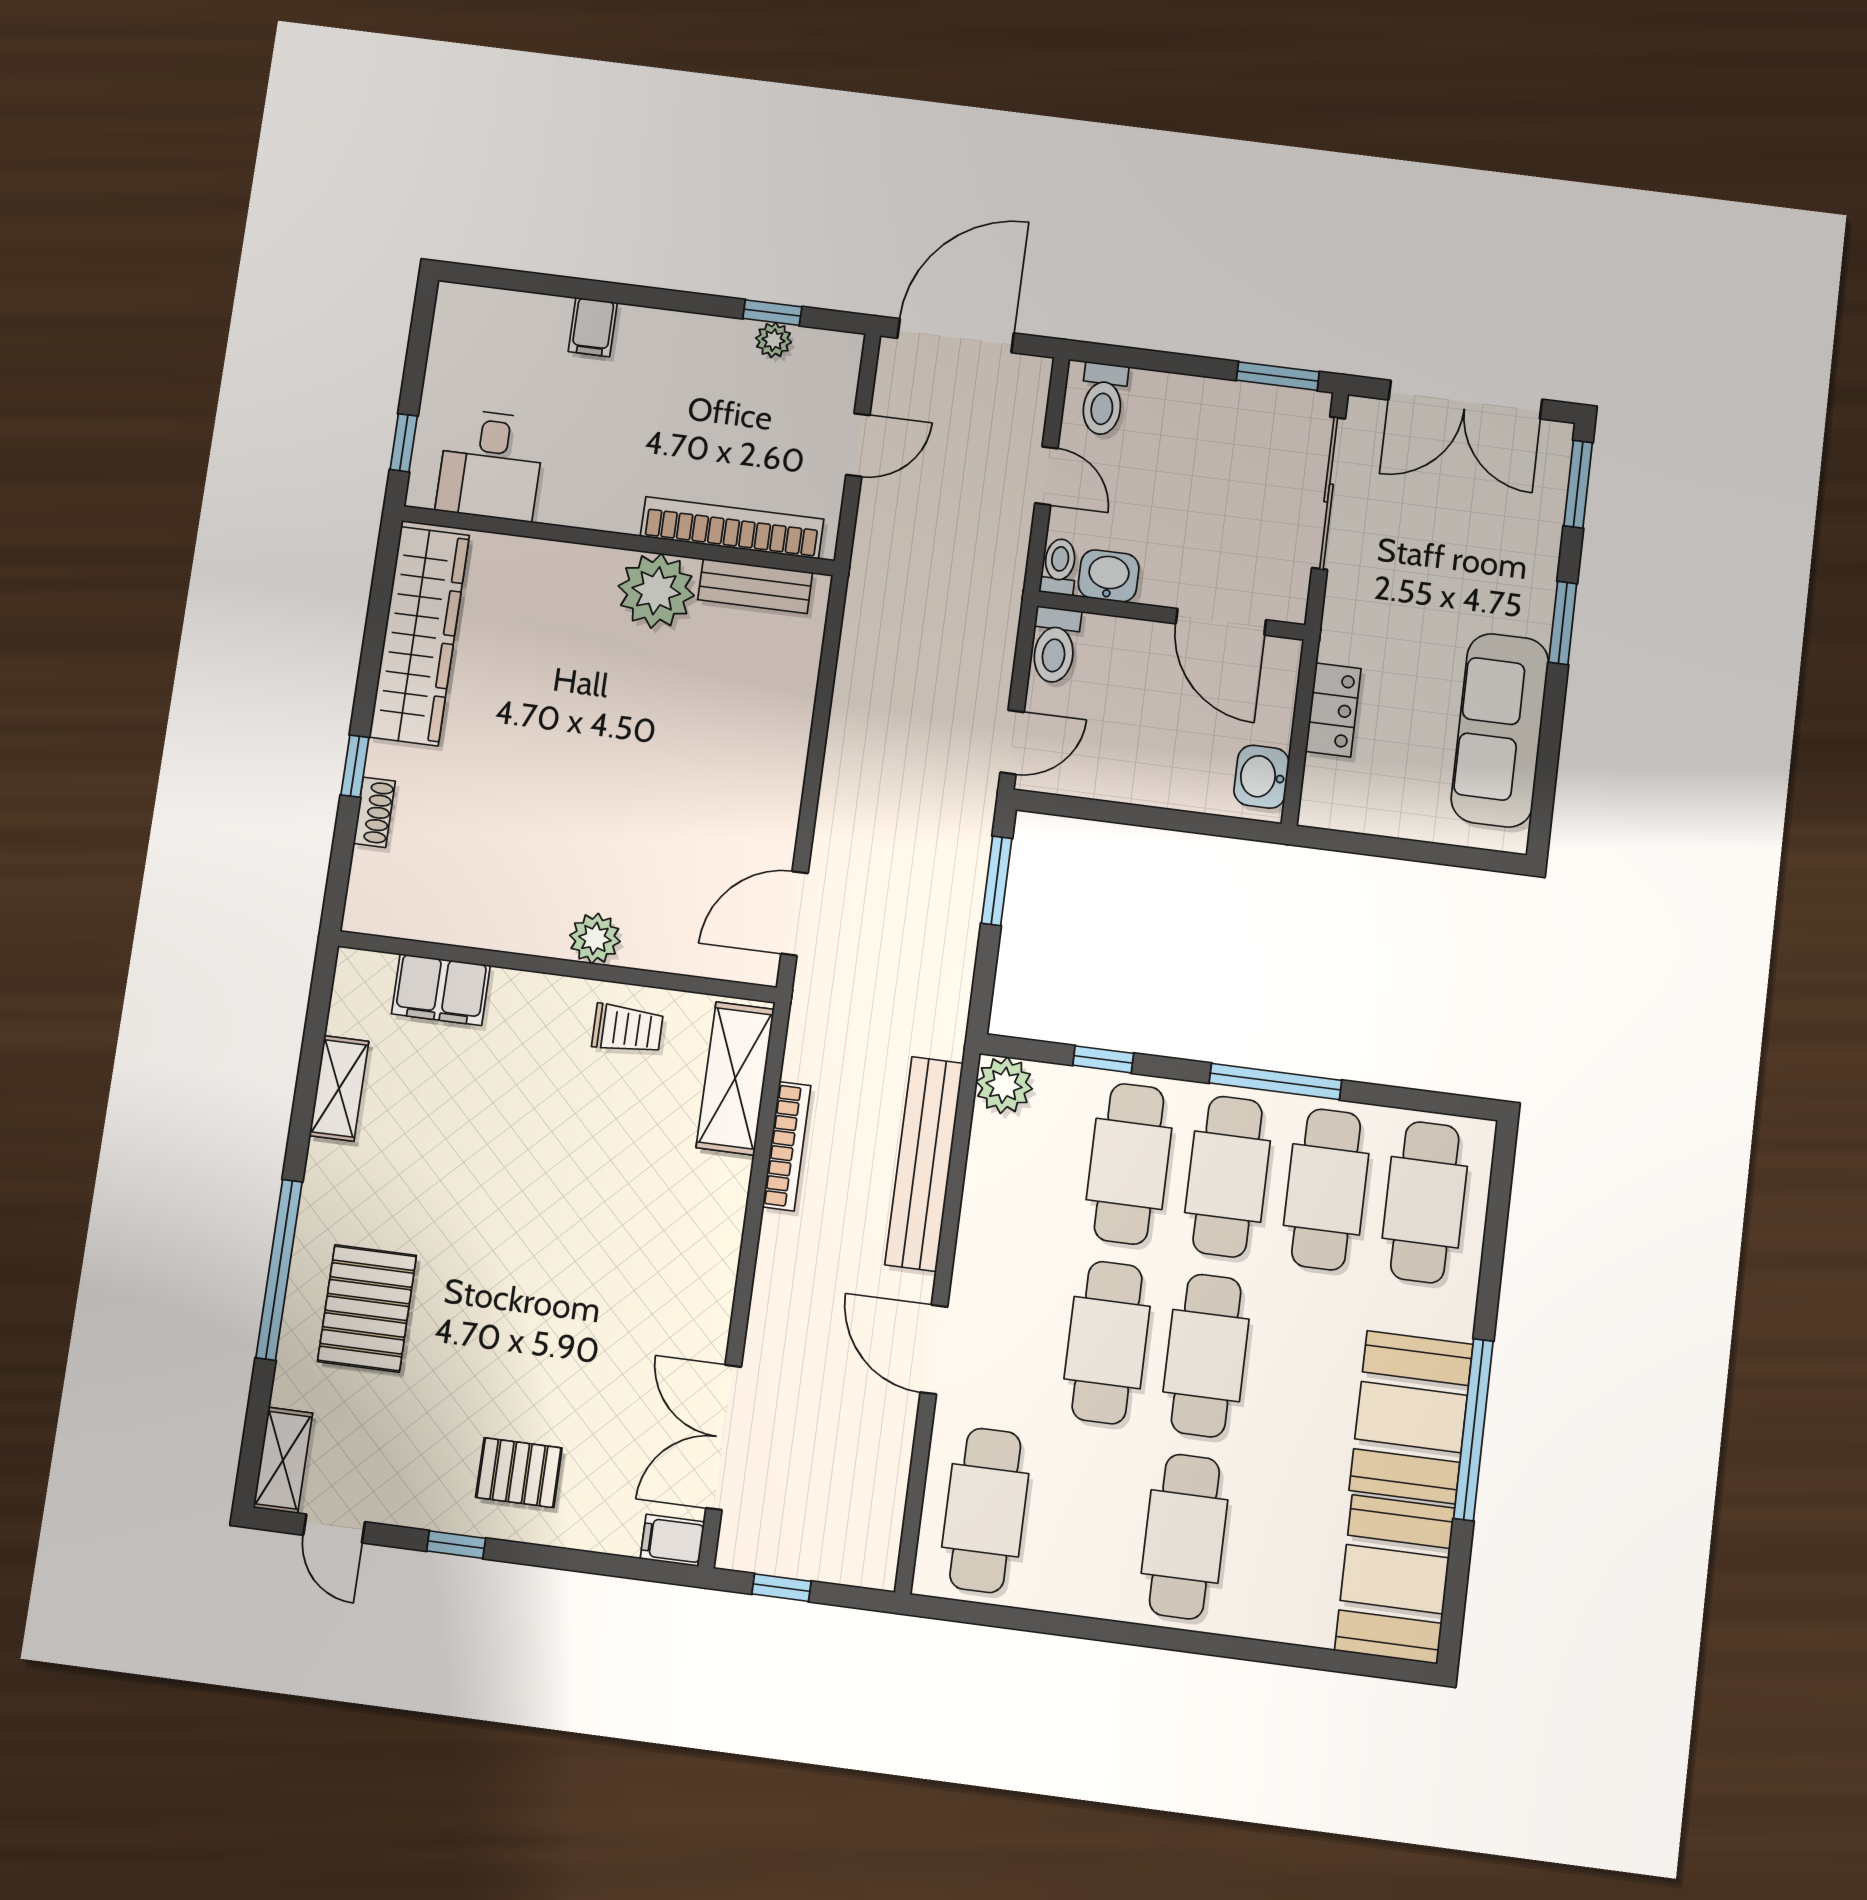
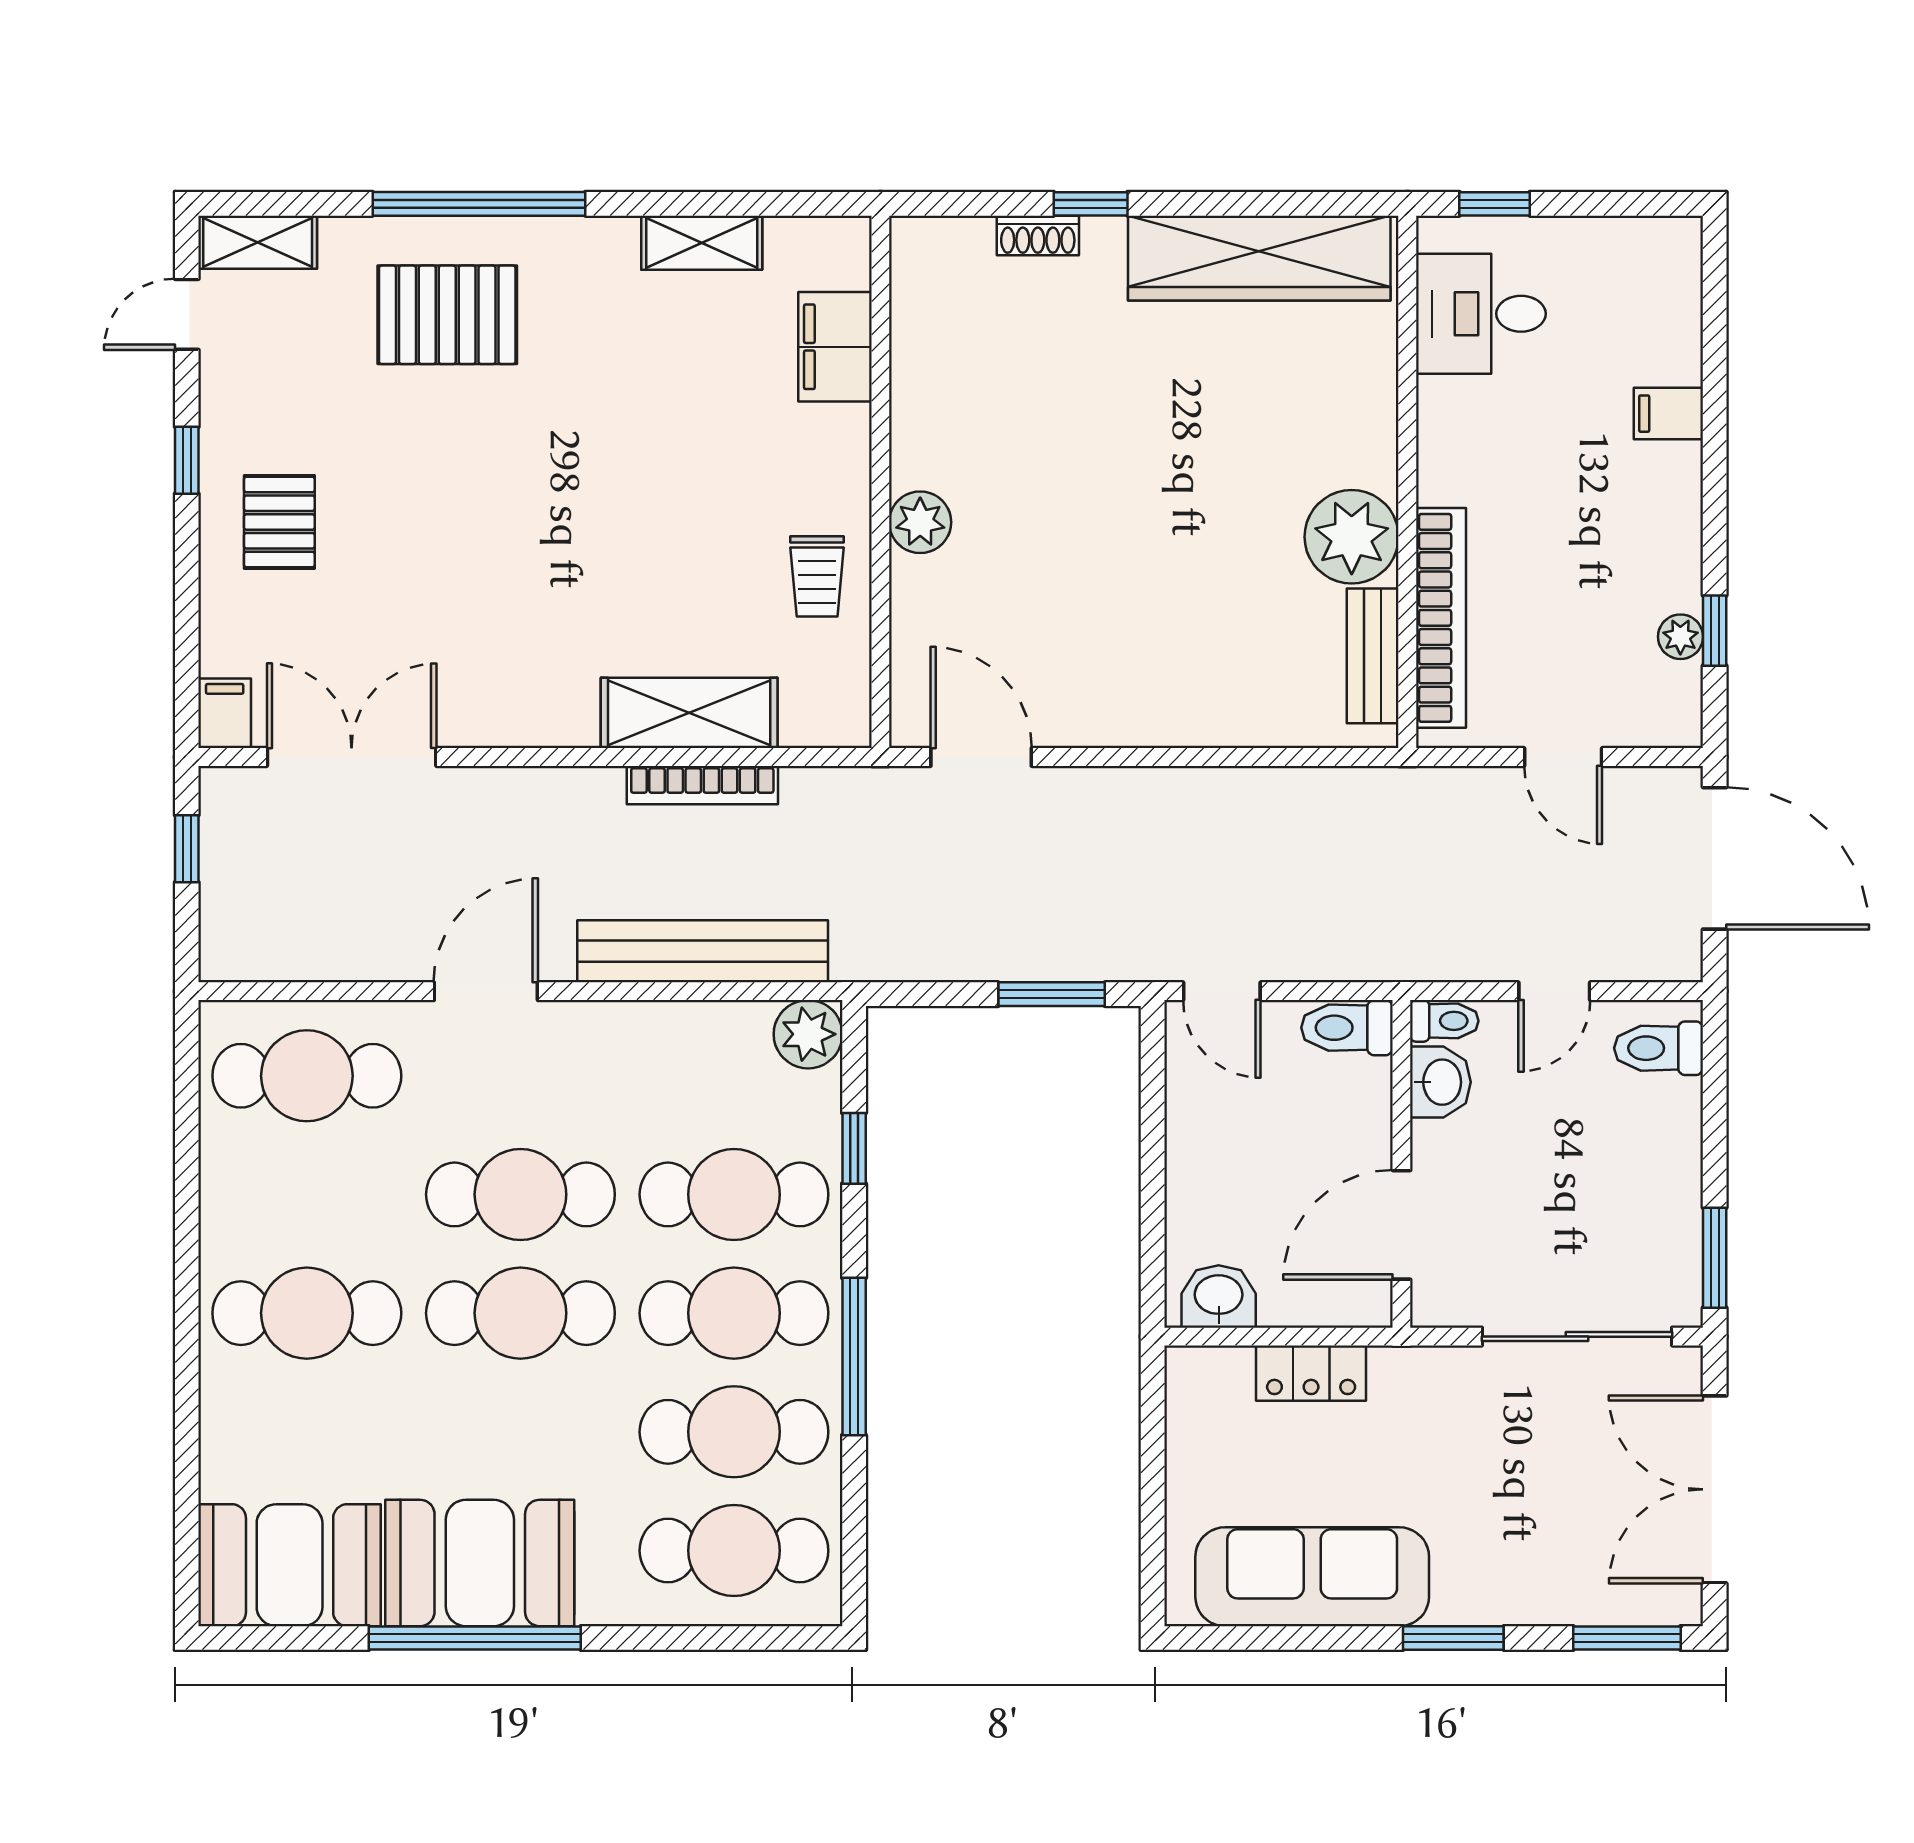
shelving: (735, 1078) -> (689, 713), moved

